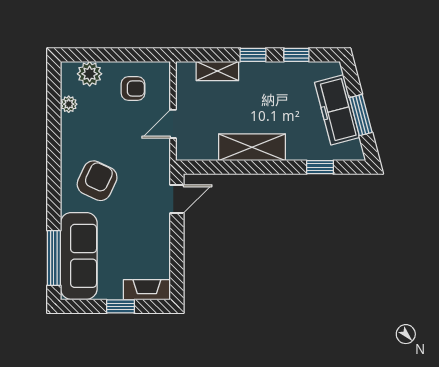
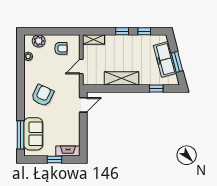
shelving: (217, 71) -> (93, 39), moved
sofa: (79, 256) -> (33, 134), width x0.73

